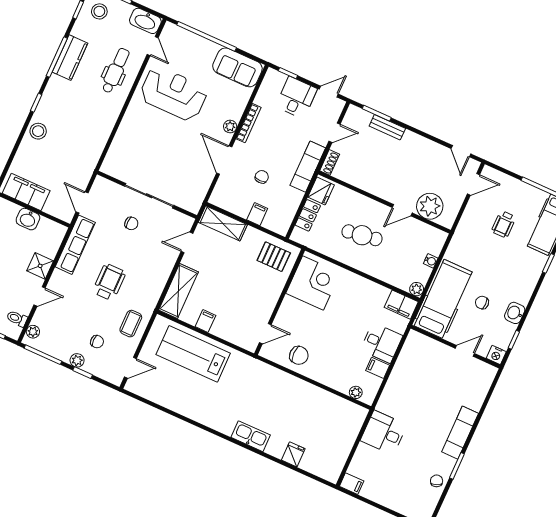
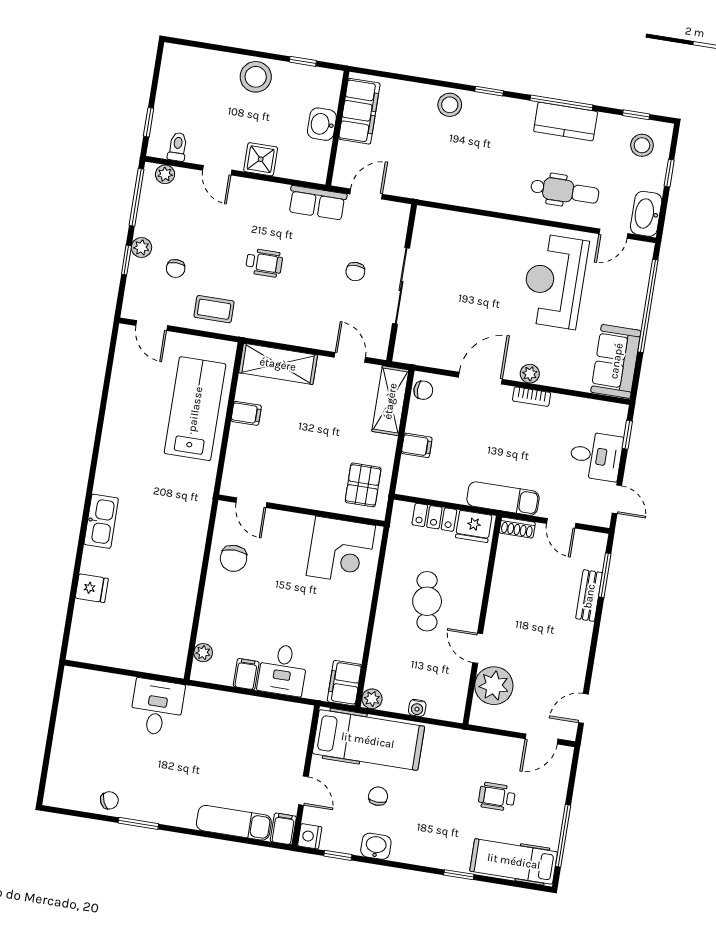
reception desk: (173, 94) -> (555, 281), turned 180
bookcase: (249, 123) -> (532, 397), width x0.64
chair: (262, 177) -> (423, 390), moved
door: (474, 184) -> (542, 739), hinge flipped
row of seats: (75, 245) -> (317, 203), width x0.68
wheelchair: (109, 282) -> (264, 263), width x0.73, depth x0.73
exam couch: (460, 433) -> (234, 823), moved
filing cabinet: (352, 484) -> (283, 829), moved, turned 180

